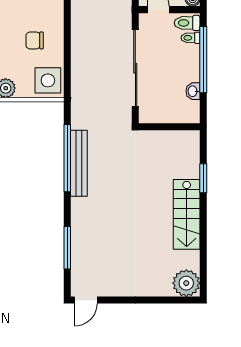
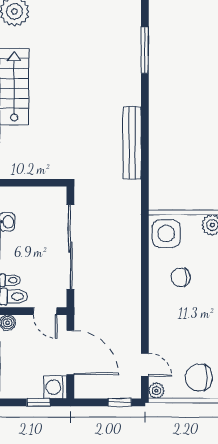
chair: (35, 40) -> (181, 277), turned 180
window: (67, 158) -> (145, 148), removed

